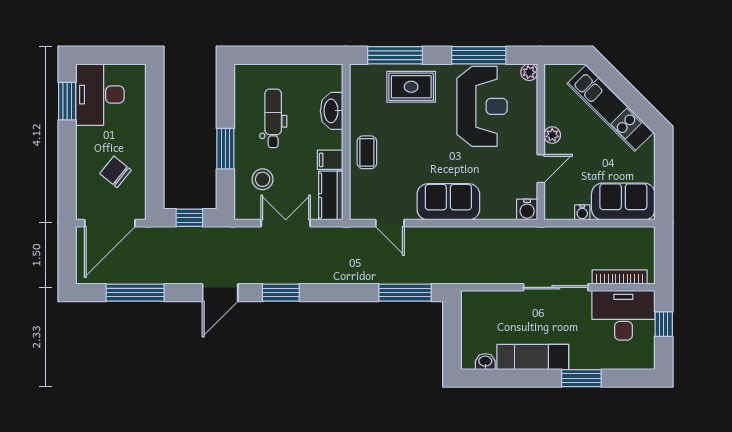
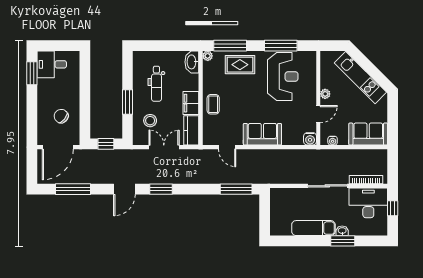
plant: (529, 72) -> (208, 56), moved
desk: (100, 95) -> (52, 64), width x0.73
washbasin: (332, 111) -> (192, 62), moved
dental chair: (273, 118) -> (156, 84), turned 180
filing cabinet: (330, 160) -> (191, 103), width x2.00
water cooler: (582, 212) -> (333, 141), moved
washbasin: (485, 362) -> (342, 231), moved

